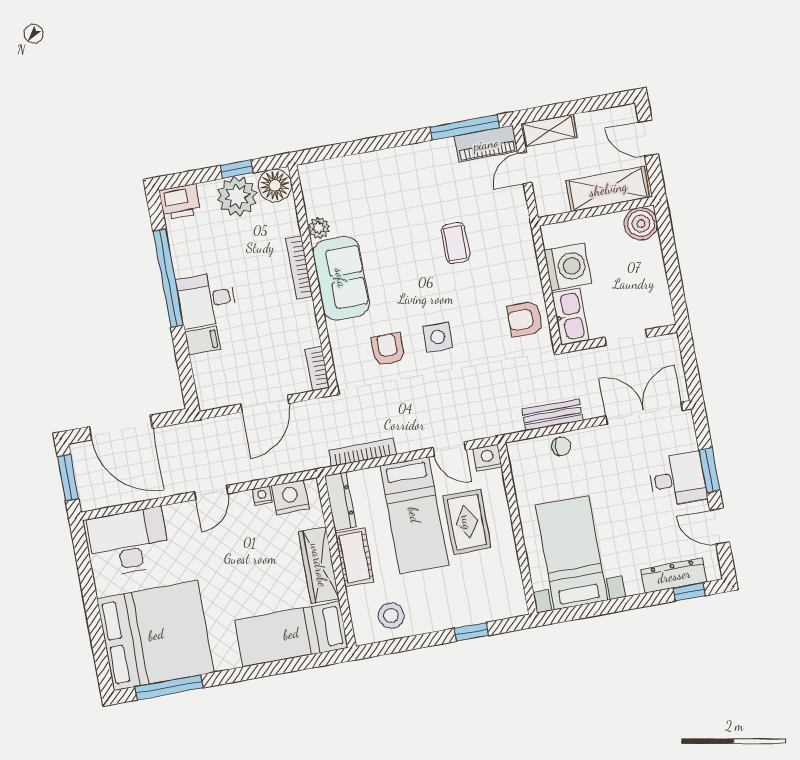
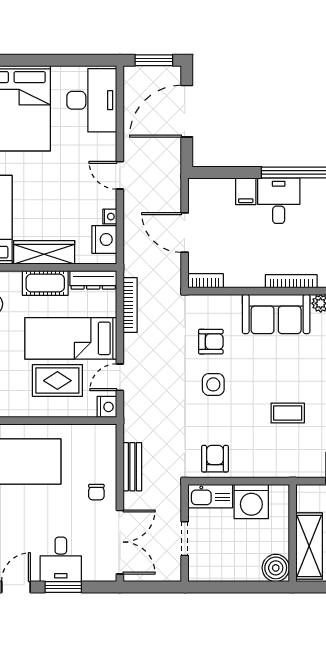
chair: (561, 446) -> (96, 492), moved

